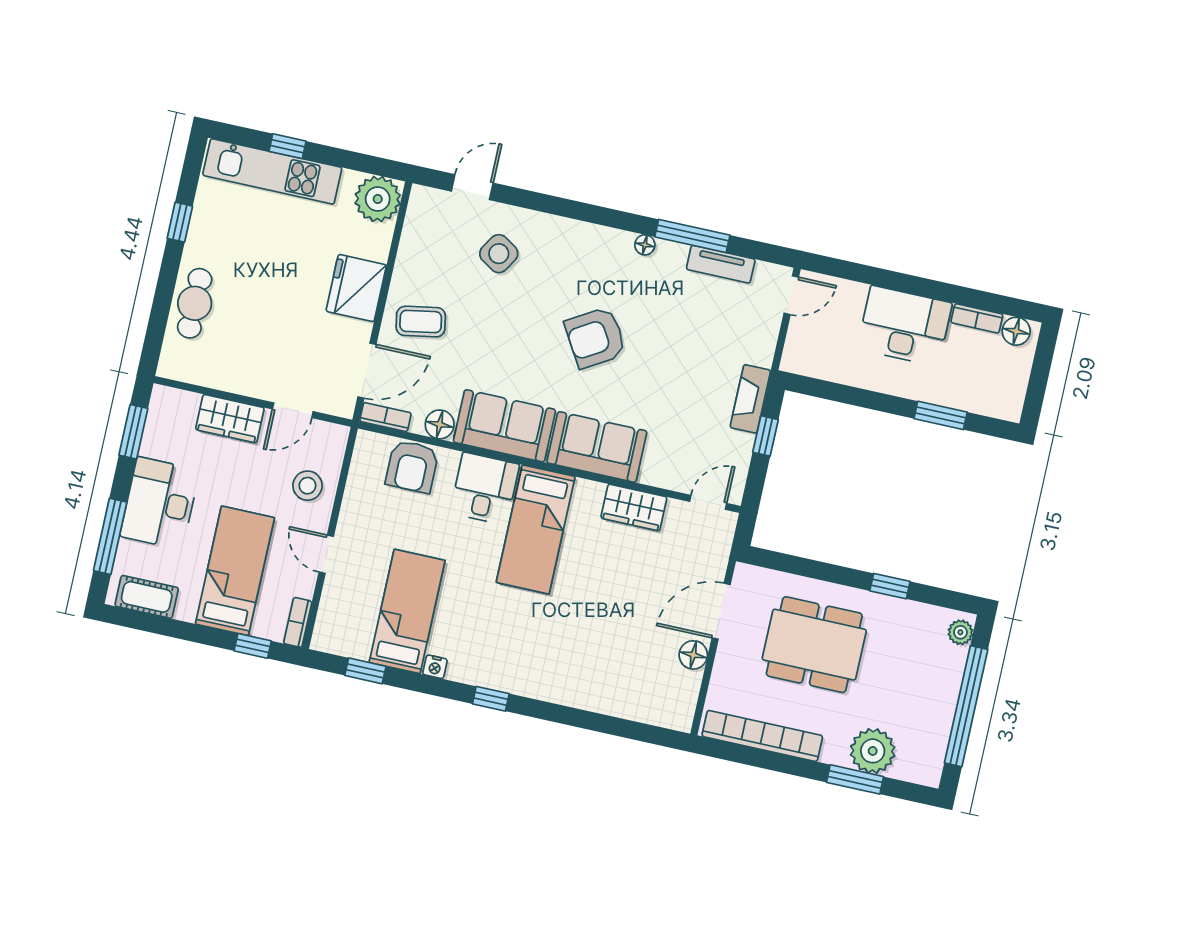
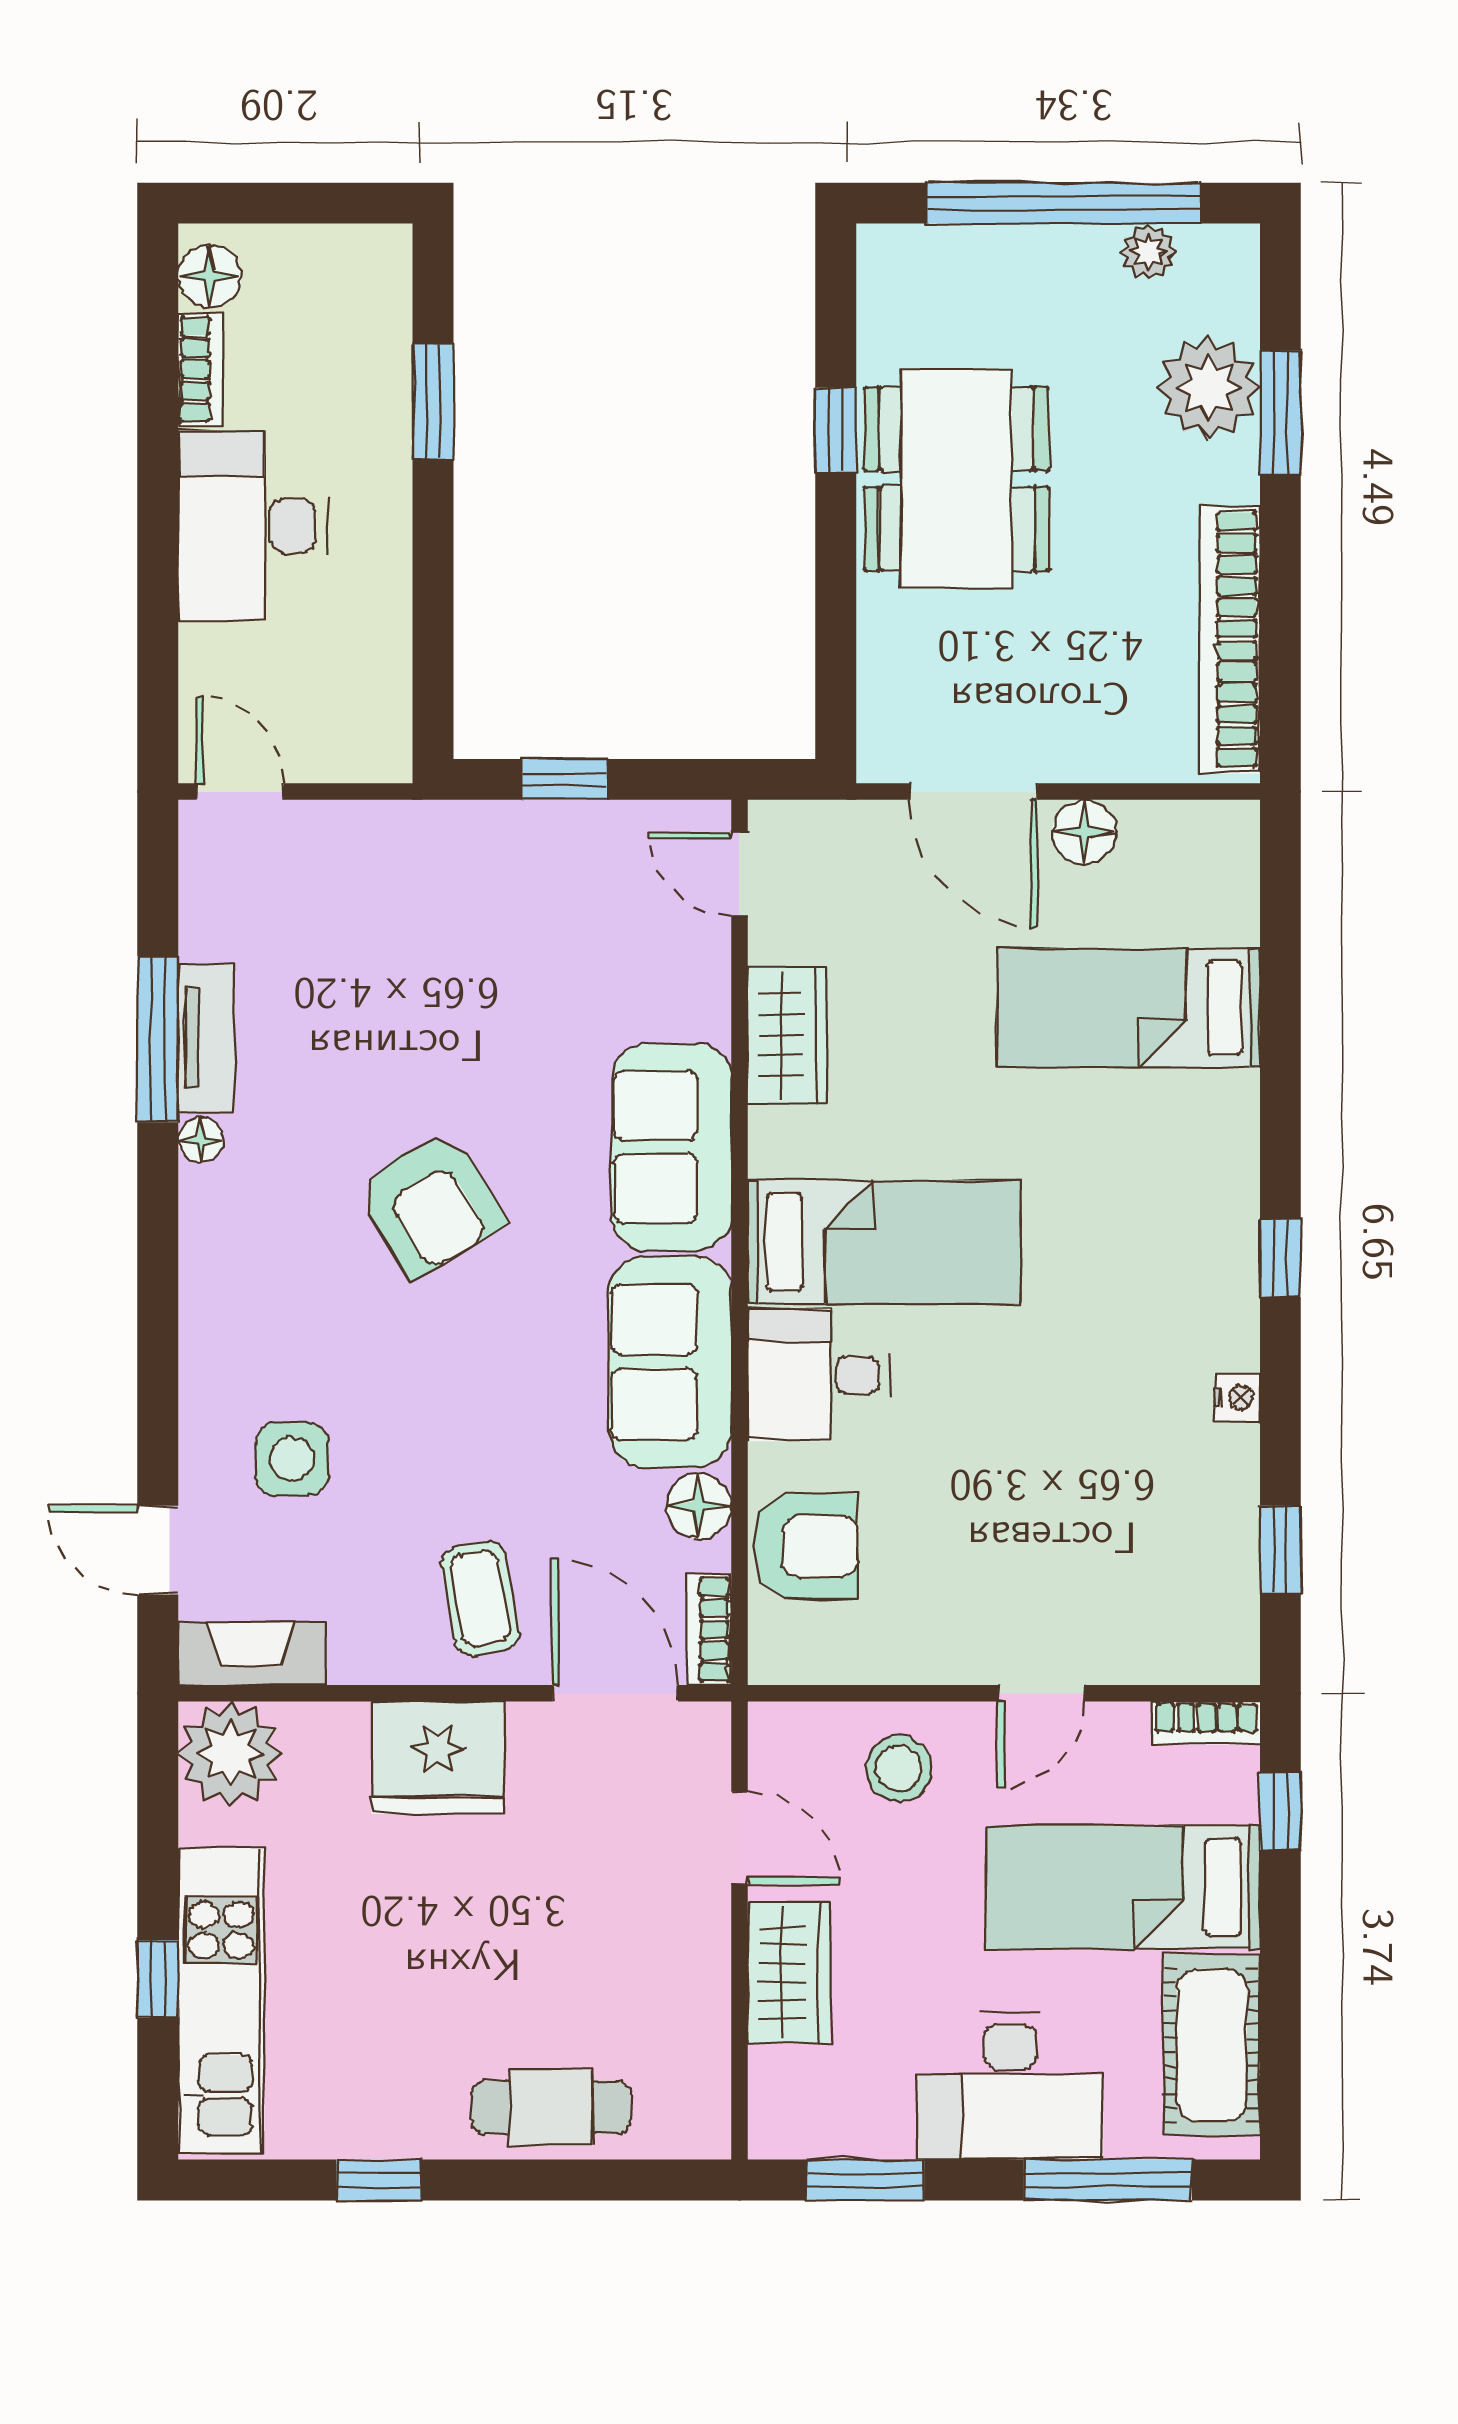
side table: (499, 254) -> (292, 1459), turned -32
tv unit: (721, 264) -> (206, 1038), moved
fireplace: (750, 399) -> (251, 1654), moved, turned 180
cot: (147, 597) -> (1212, 2045), width x1.37, depth x1.34
bed: (407, 611) -> (1128, 1008), moved
plant: (960, 632) -> (1148, 252), moved
dining table: (814, 645) -> (957, 479), moved

